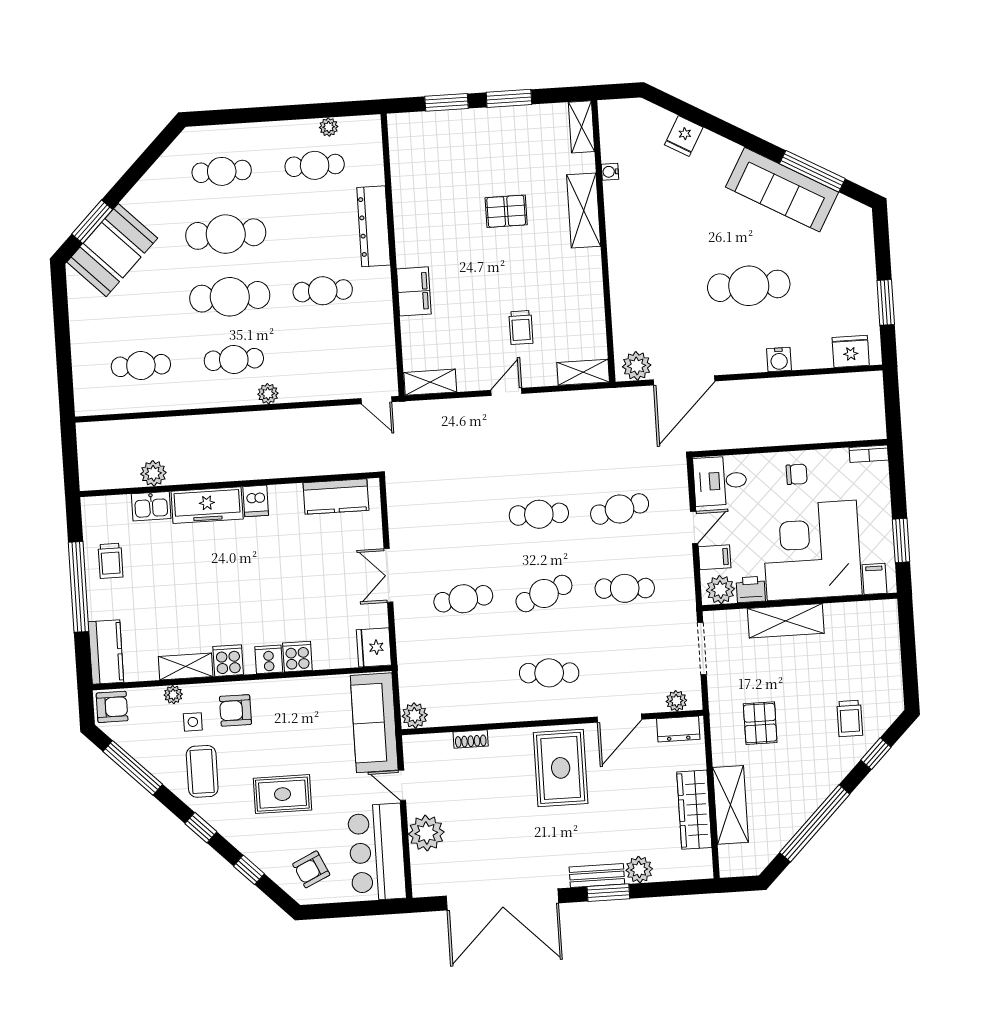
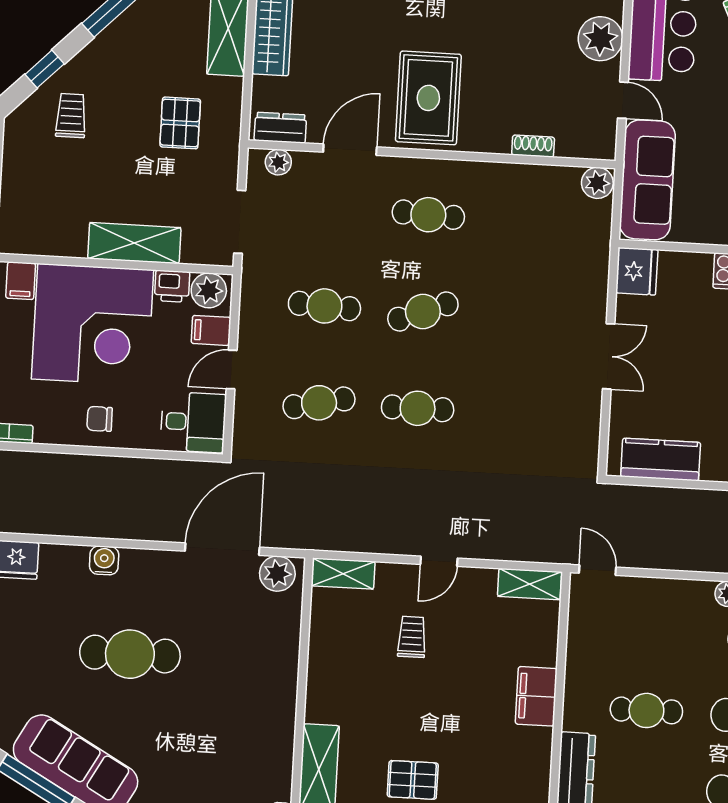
cafe table: (463, 599) -> (521, 317), removed

